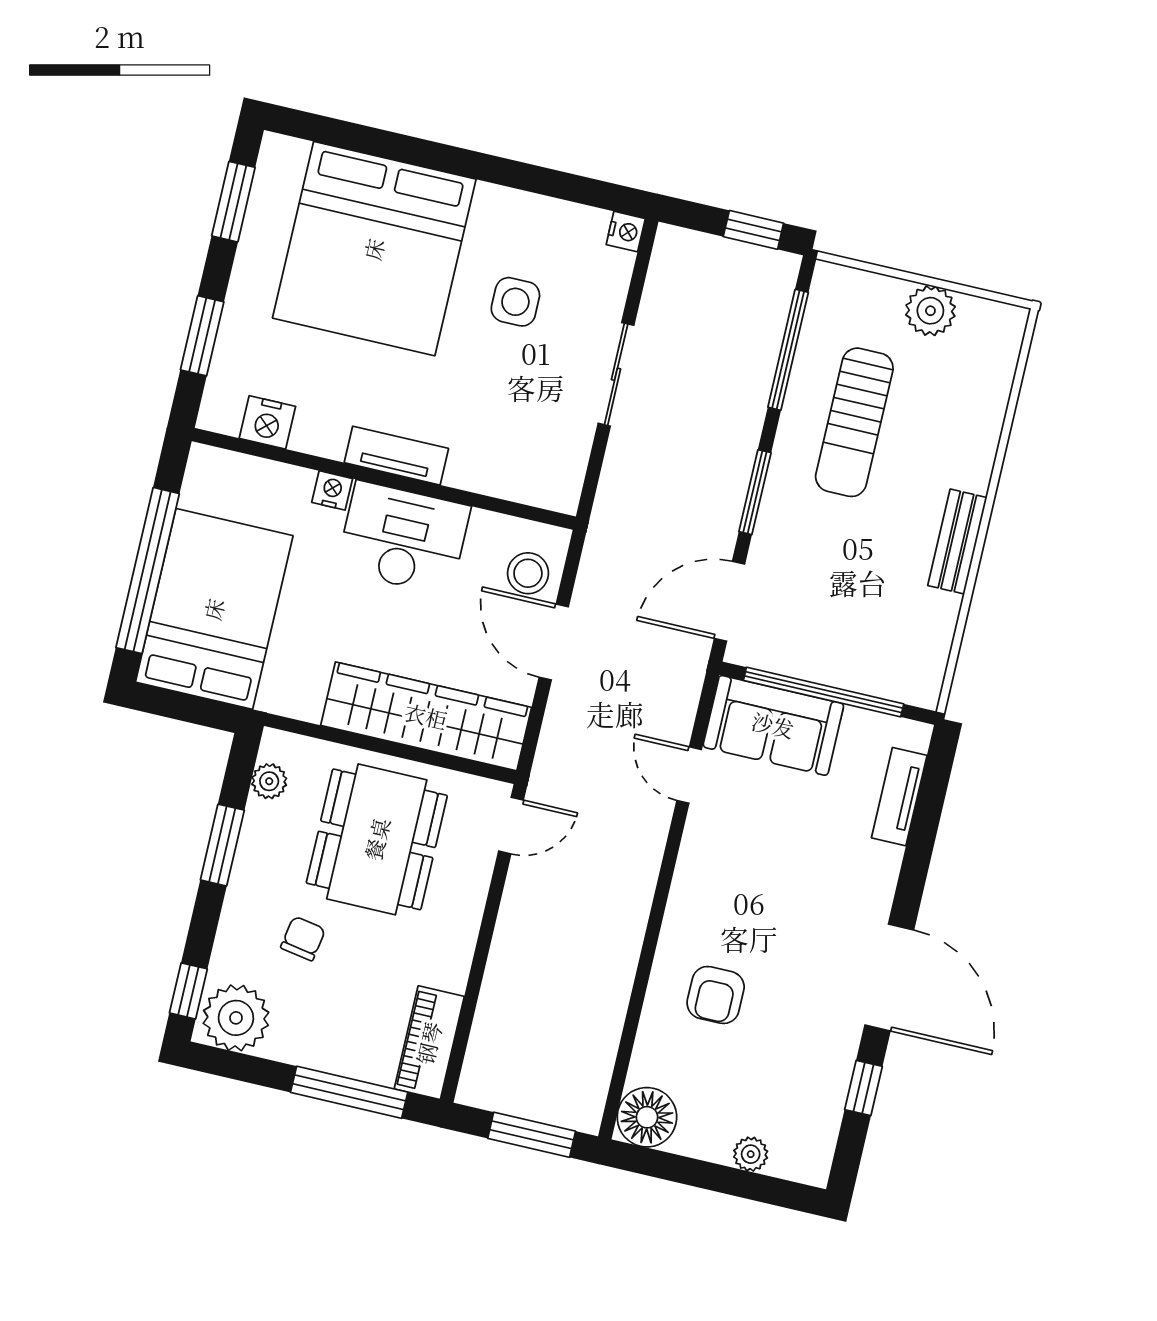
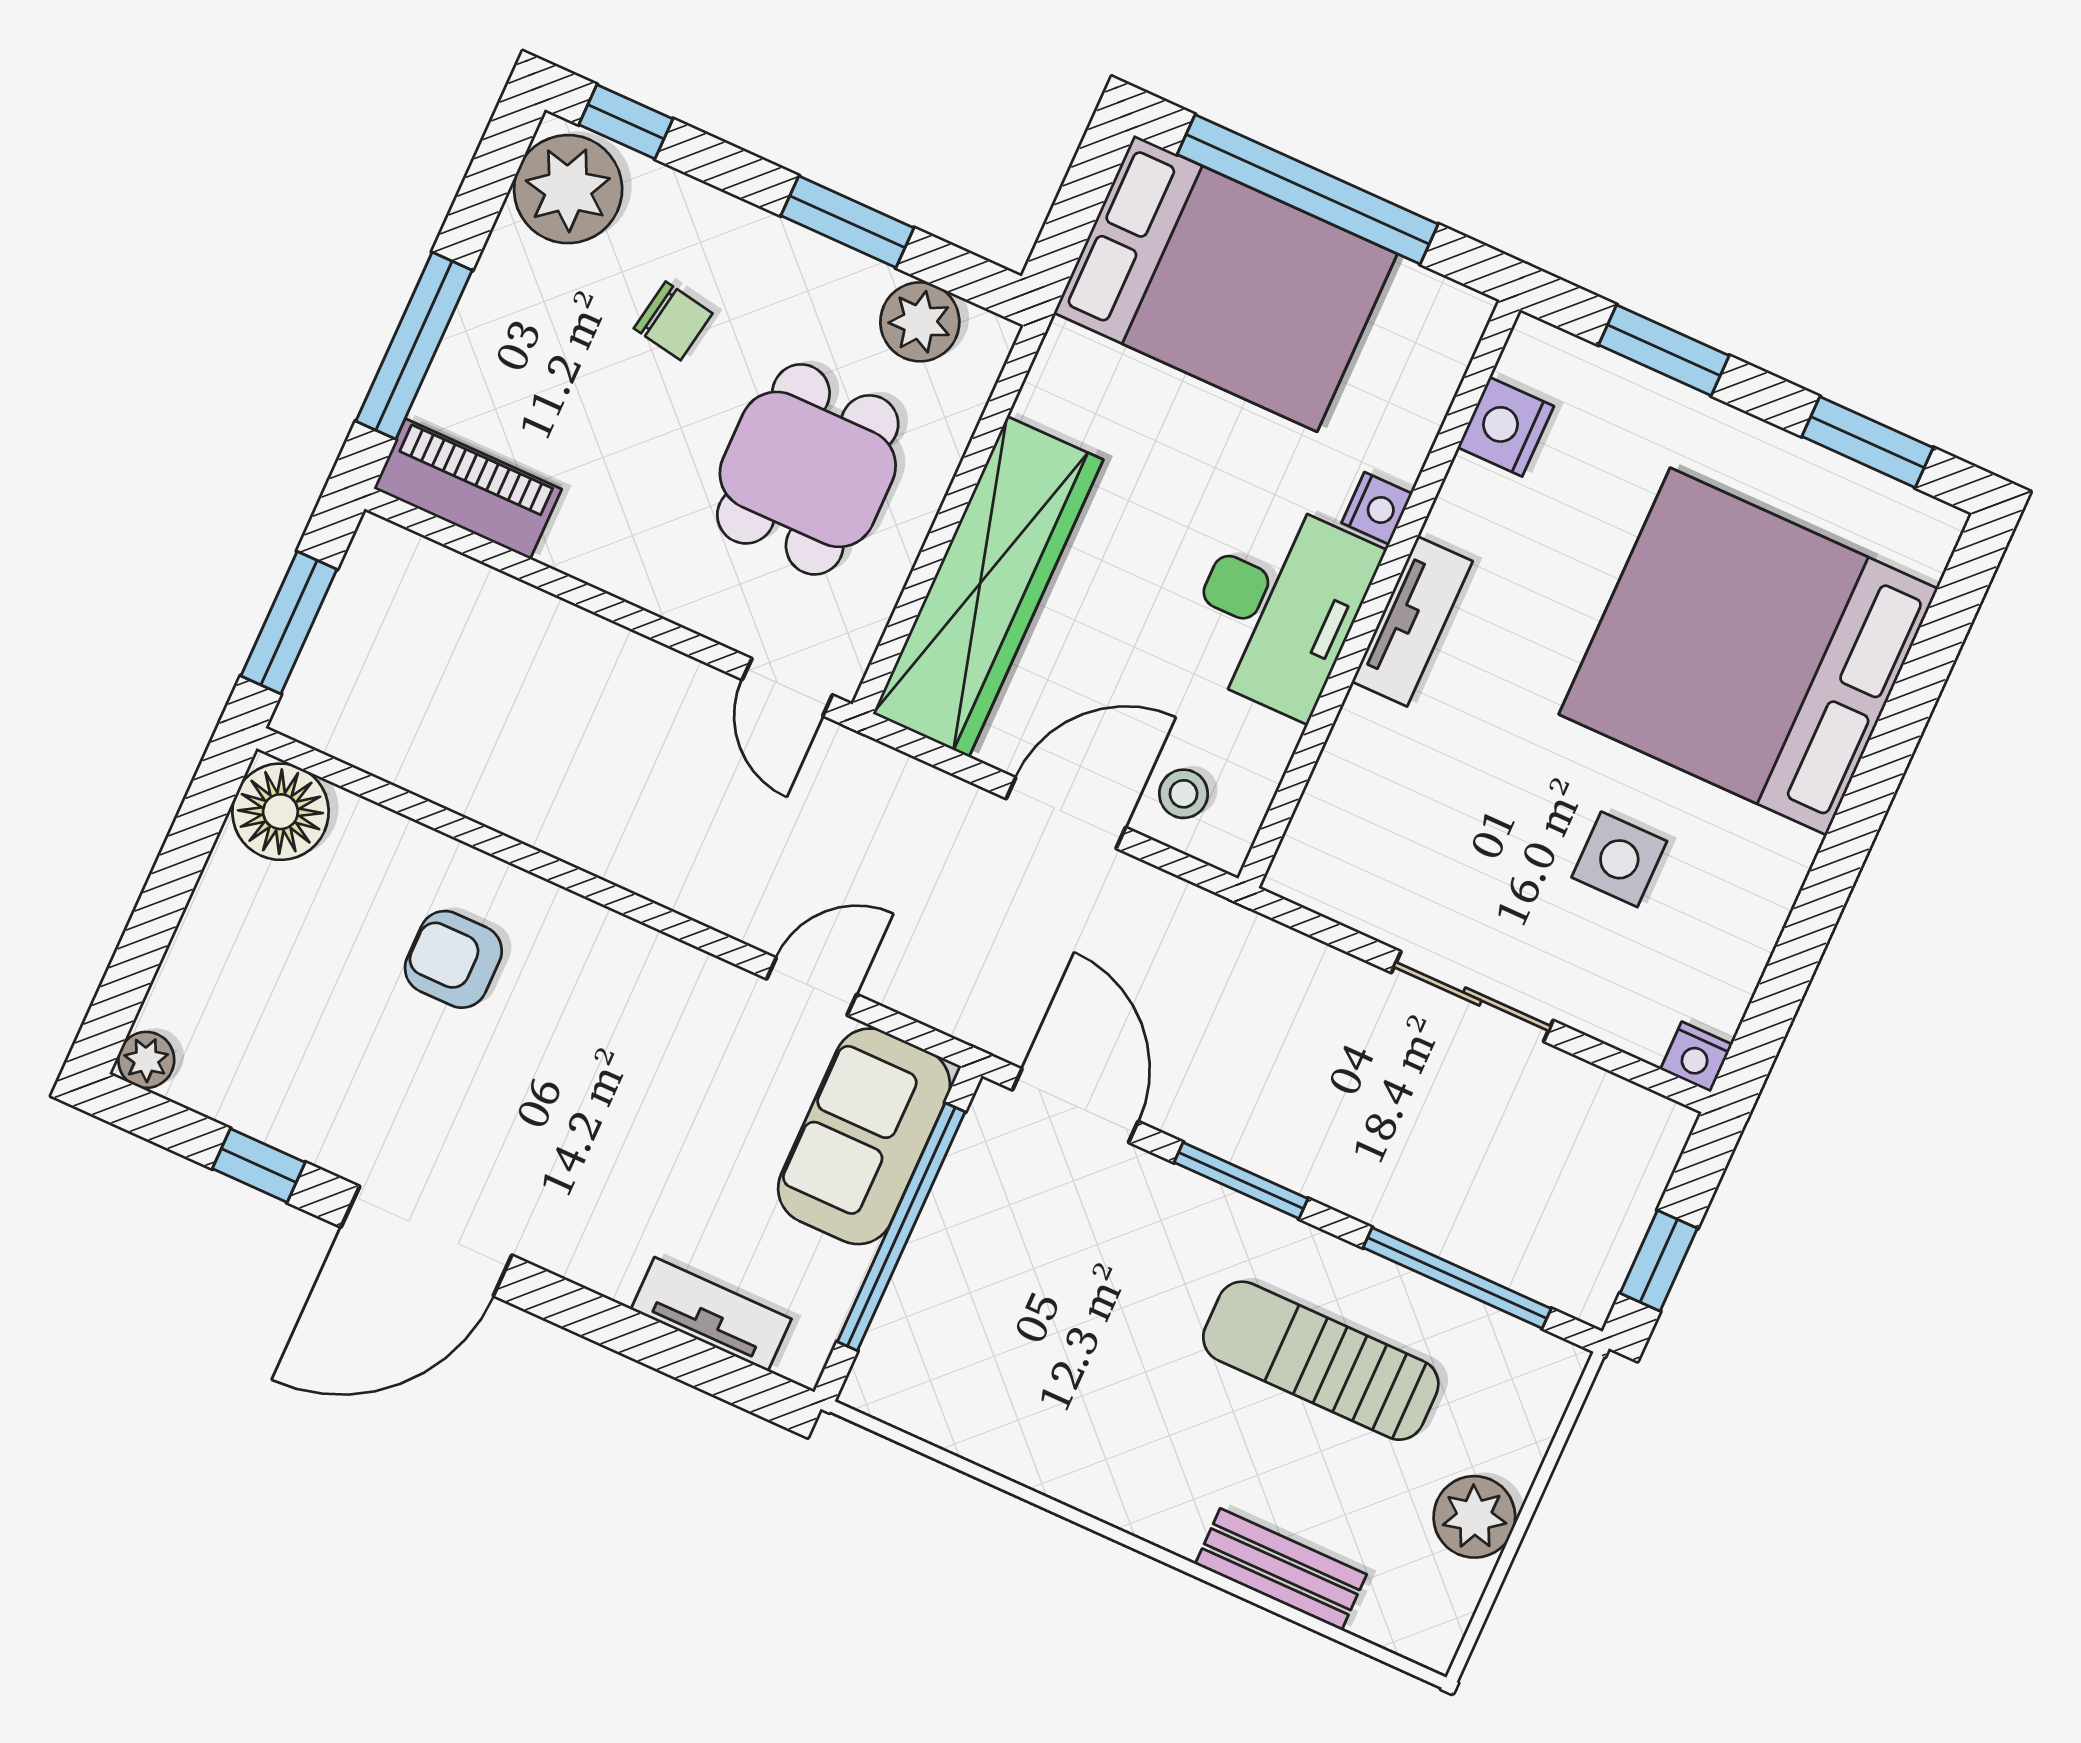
bench: (957, 542) -> (1281, 1569), moved
stool: (528, 573) -> (1184, 794), width x0.73, depth x0.73
plant: (269, 781) -> (920, 322), width x1.38, depth x1.38
dining table: (377, 839) -> (808, 469), width x0.73
plant: (751, 1154) -> (146, 1060), moved

